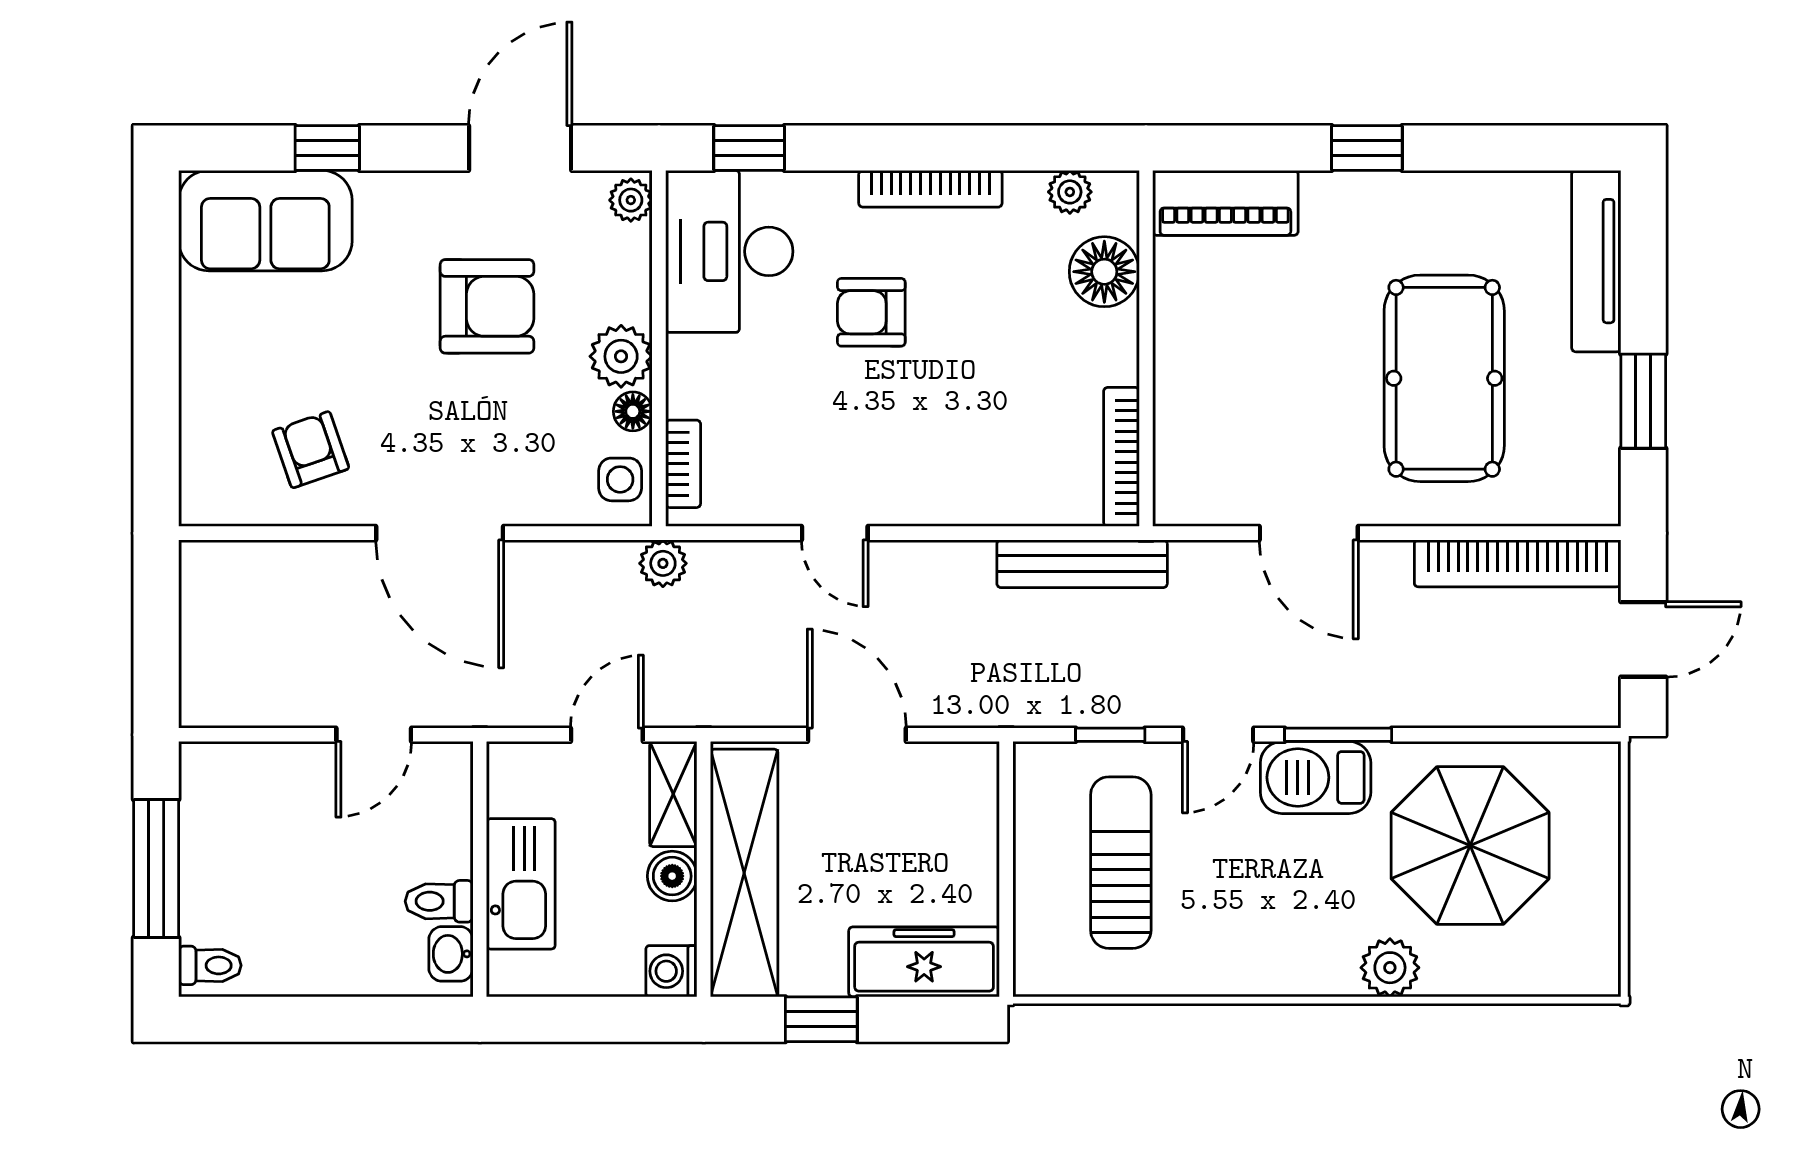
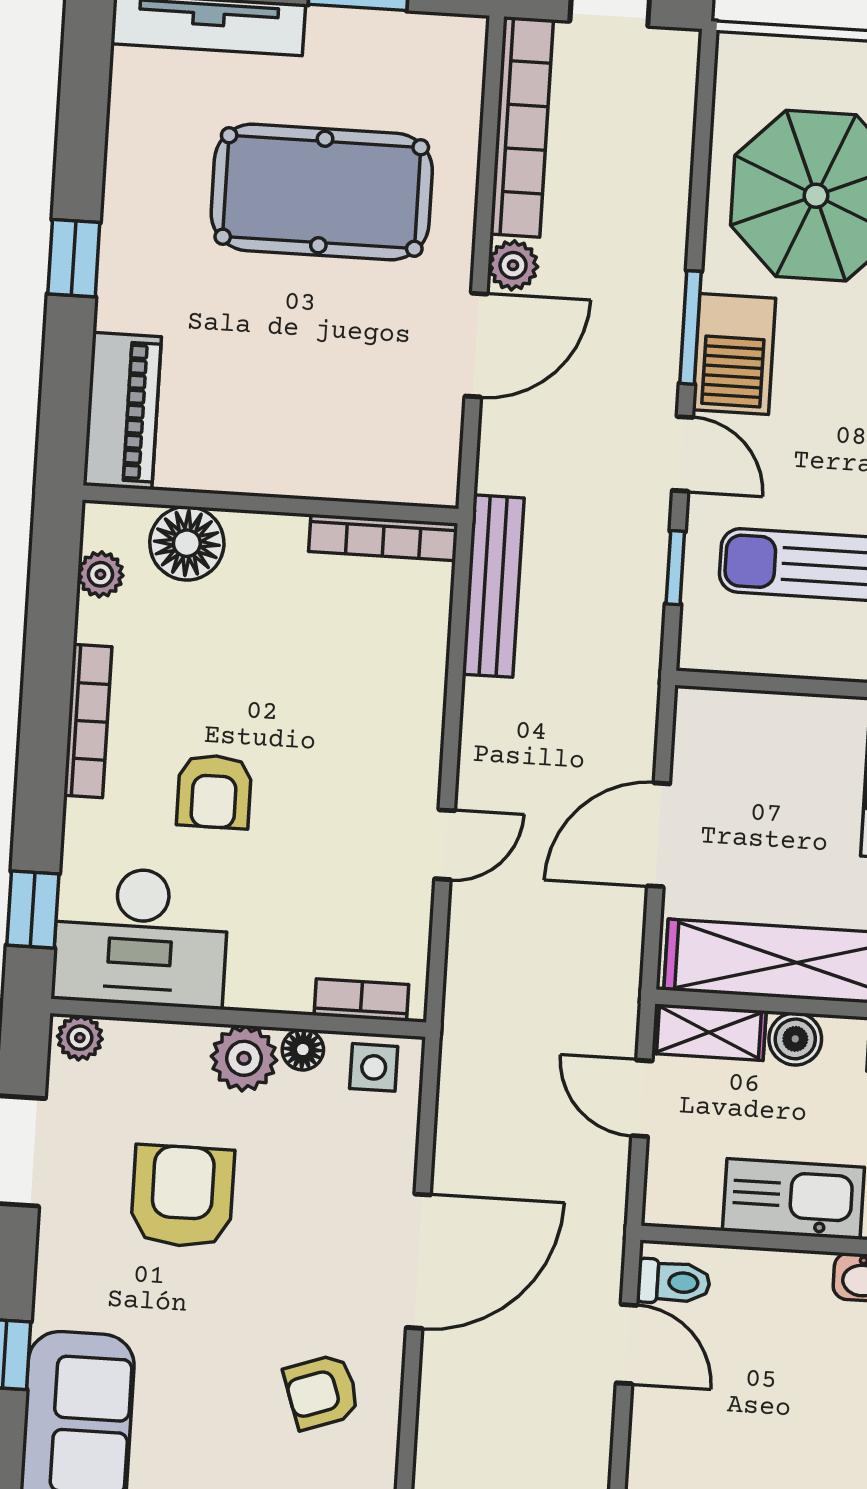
plant: (663, 563) -> (513, 265), moved
toilet: (439, 901) -> (673, 1282), moved, turned -90

